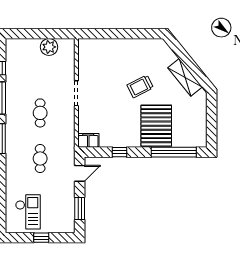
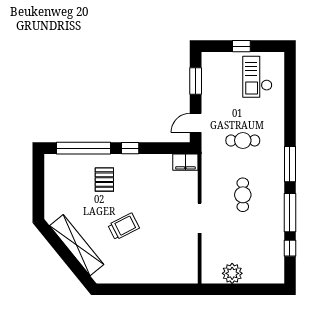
shelving: (185, 77) -> (77, 245), width x1.47
pallet: (156, 126) -> (104, 180), width x0.49, depth x0.50
window: (119, 152) -> (130, 148), moved
cafe table: (40, 159) -> (243, 140), turned 90

